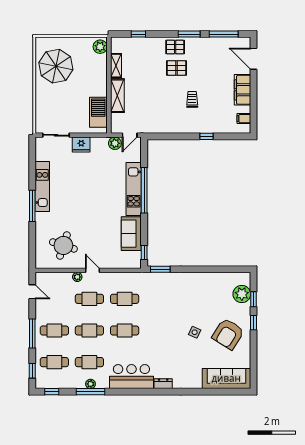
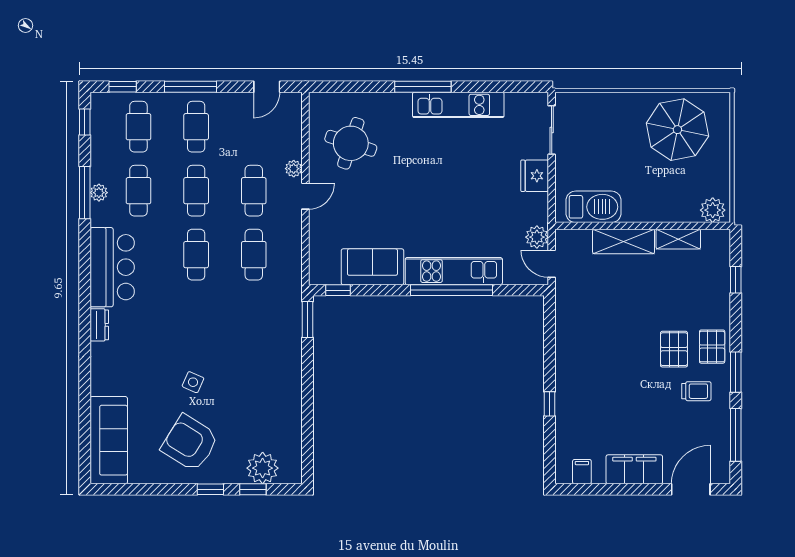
trolley: (192, 99) -> (696, 391), moved

